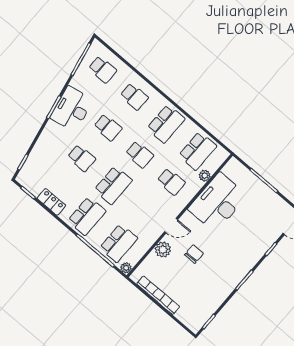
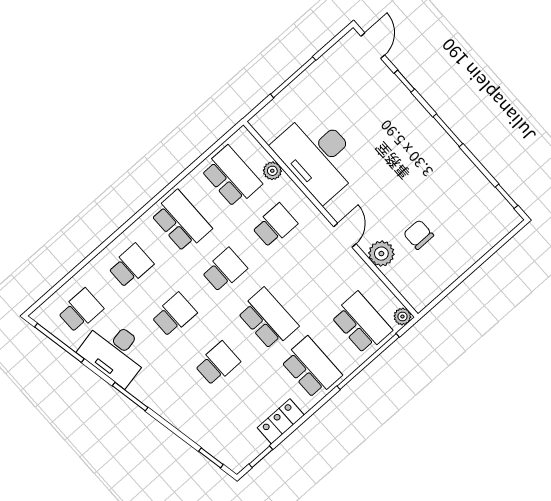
desk: (72, 109) -> (115, 352), moved
chair: (194, 254) -> (419, 235), moved
bookcase: (158, 295) -> (453, 271), removed

